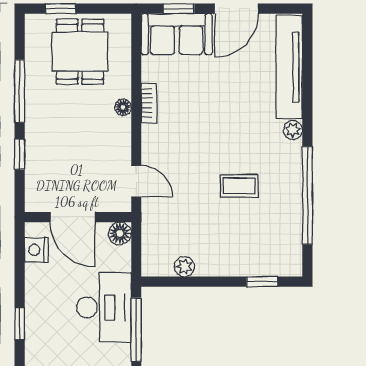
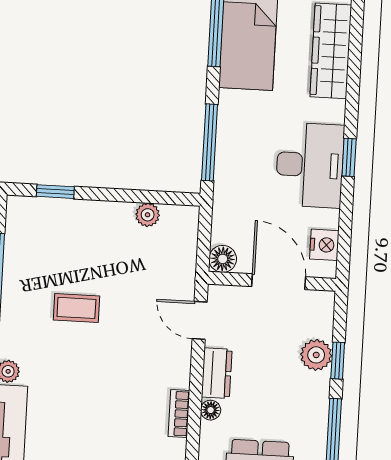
dresser: (120, 138) -> (217, 373), added
plant: (38, 158) -> (316, 355), added
desk: (104, 307) -> (310, 165), moved, turned 180

